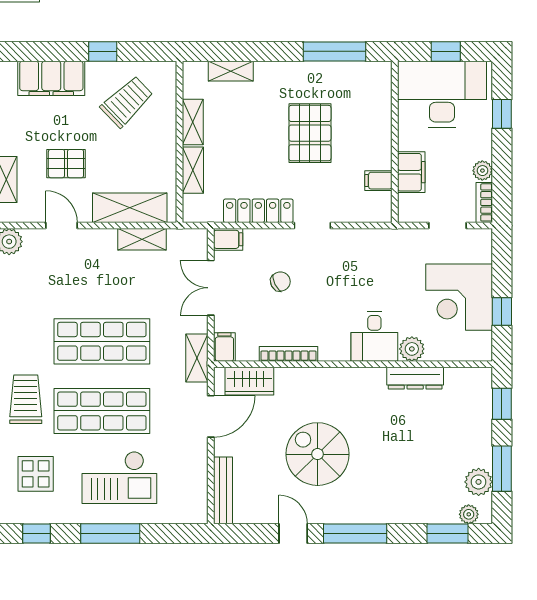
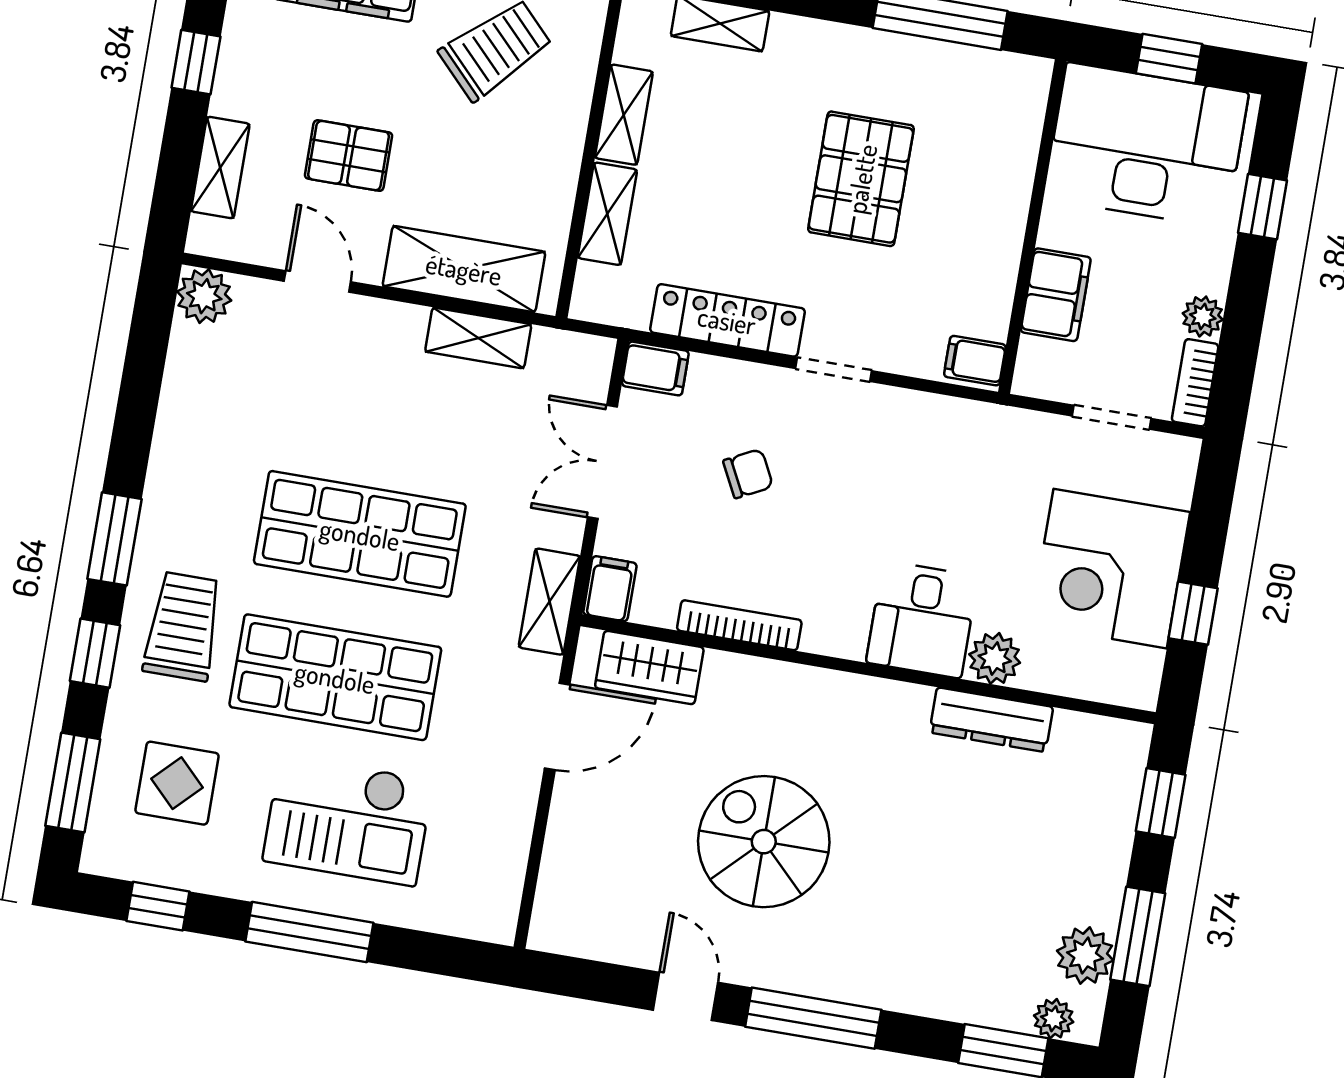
filing cabinet: (378, 181) -> (975, 361), moved
bench: (223, 490) -> (556, 883), removed

